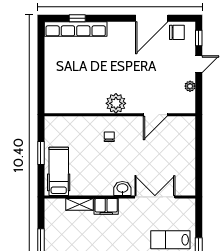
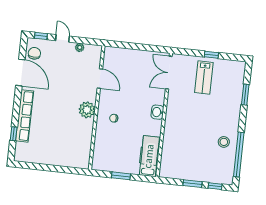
row of seats: (76, 29) -> (25, 116), moved
hospital bed: (59, 171) -> (149, 156), moved, turned 90
double door: (155, 197) -> (169, 73), moved
shelving: (80, 204) -> (167, 149), removed
filing cabinet: (106, 206) -> (171, 127), removed

